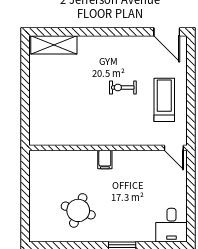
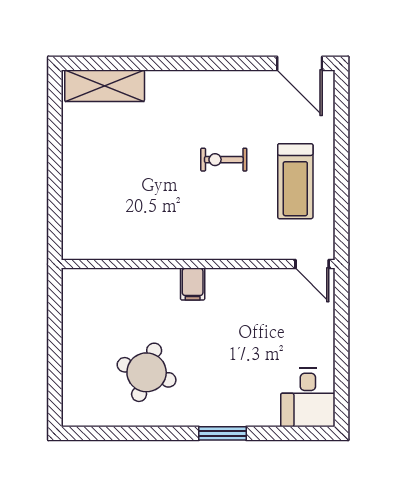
treadmill: (164, 100) -> (295, 181), turned 180

